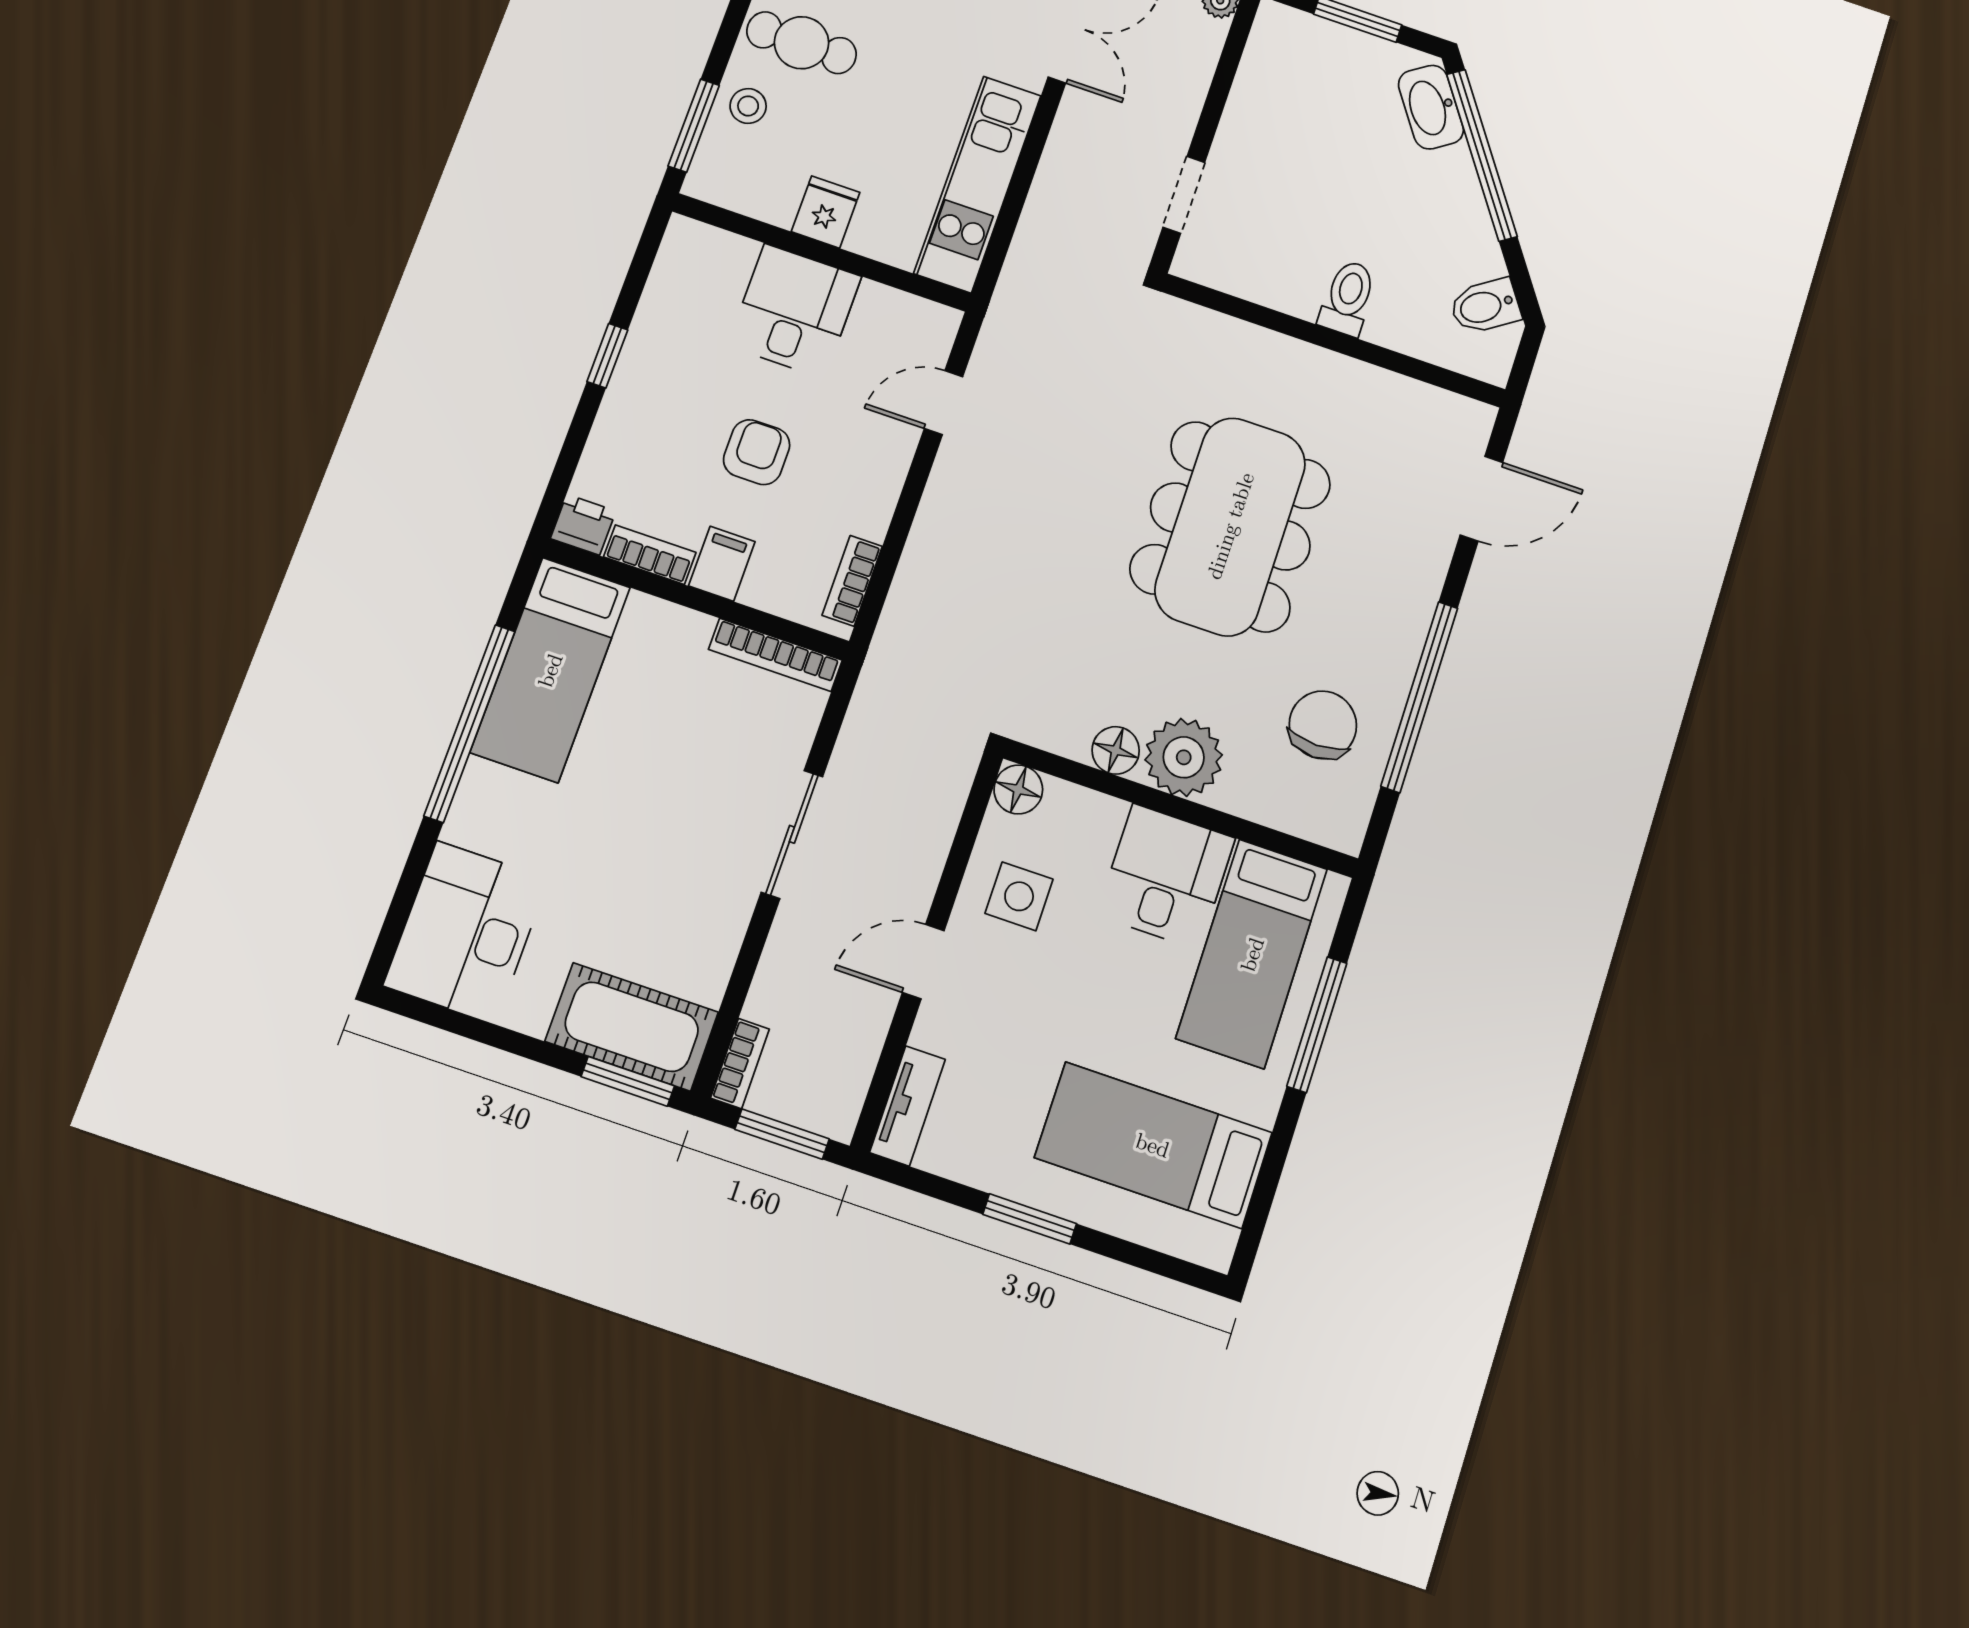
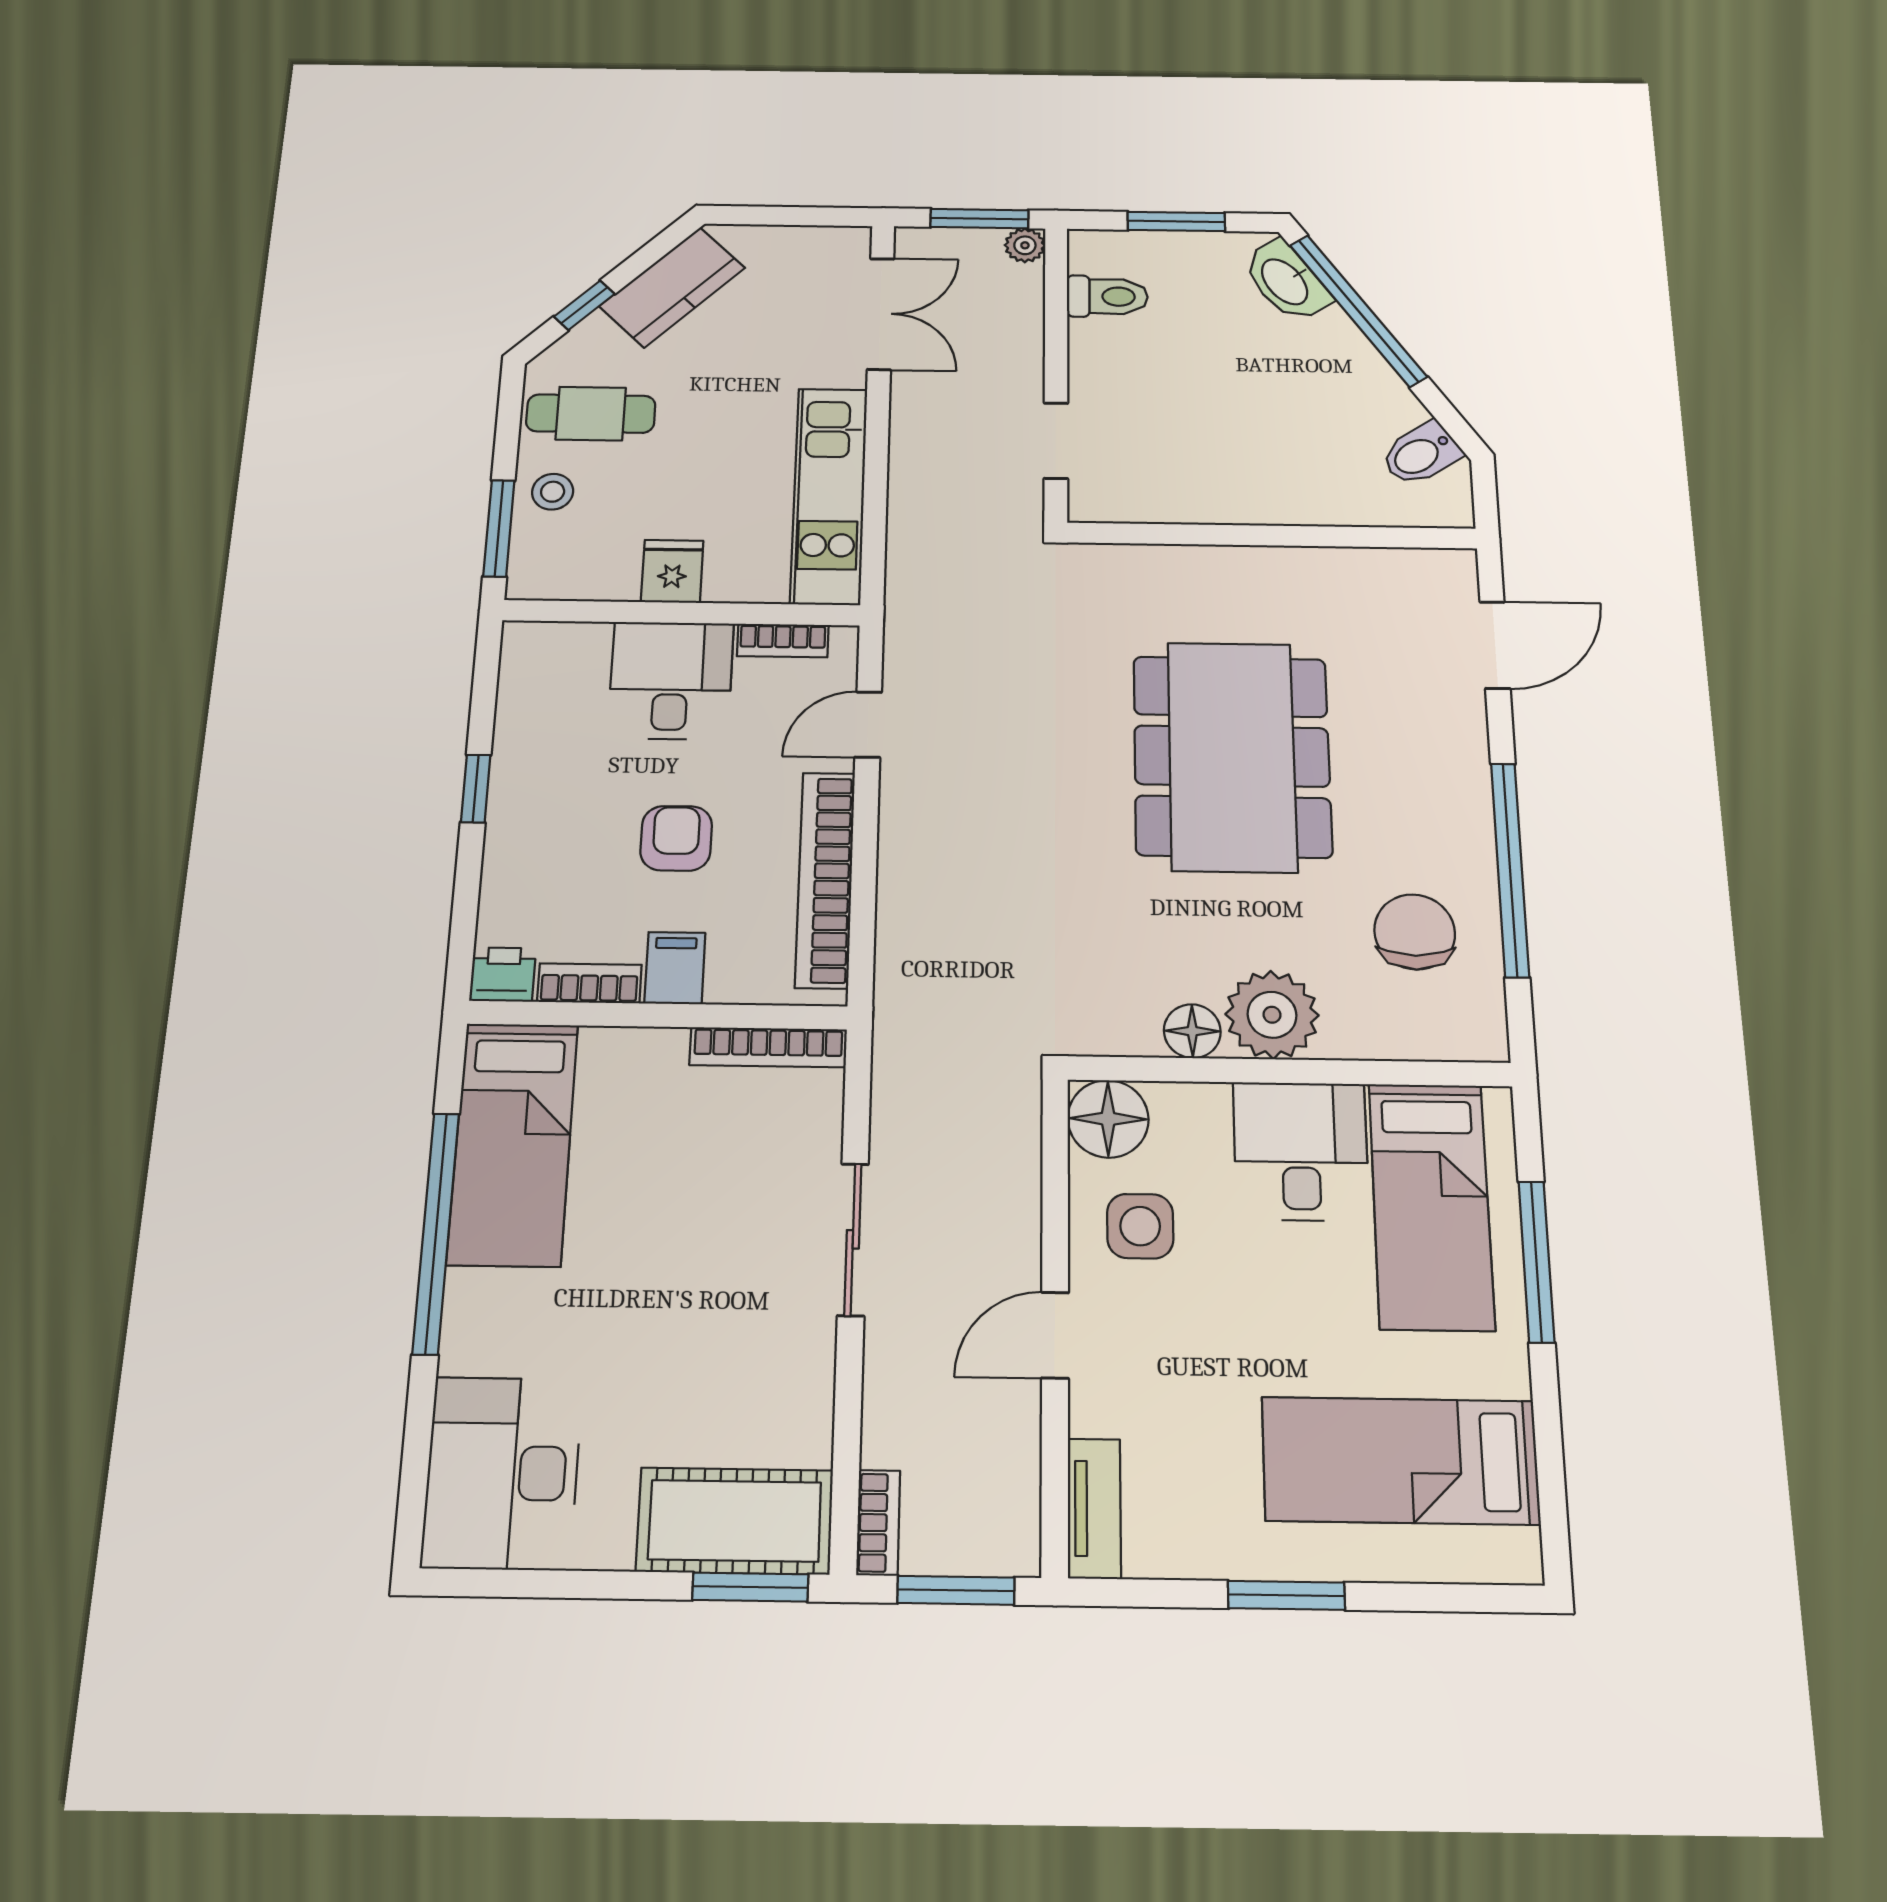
toilet: (1348, 298) -> (1107, 296), moved, turned 90
bookcase: (897, 305) -> (783, 641), added
bookcase: (852, 581) -> (825, 879), width x2.31, depth x1.31
floor lamp: (1018, 789) -> (1108, 1119), width x1.38, depth x1.38

